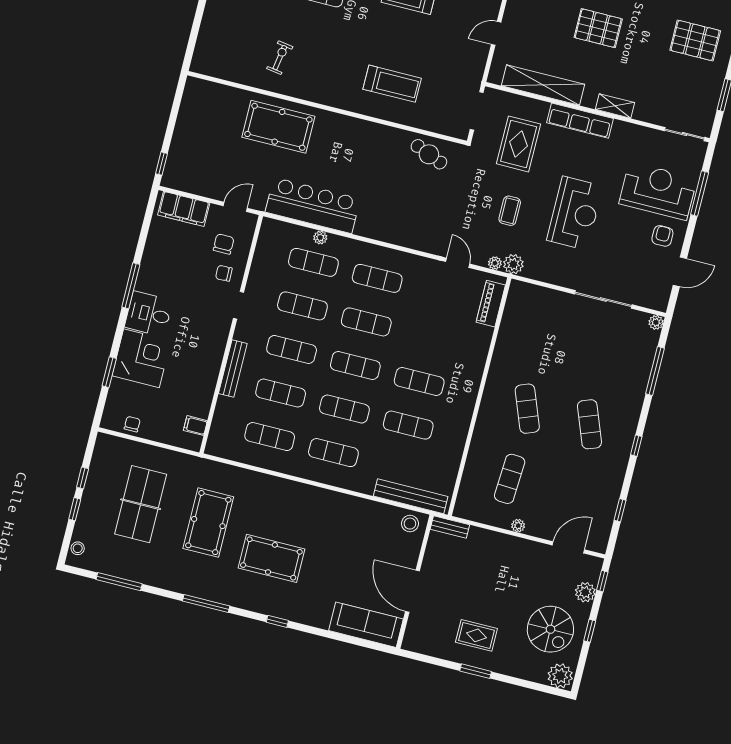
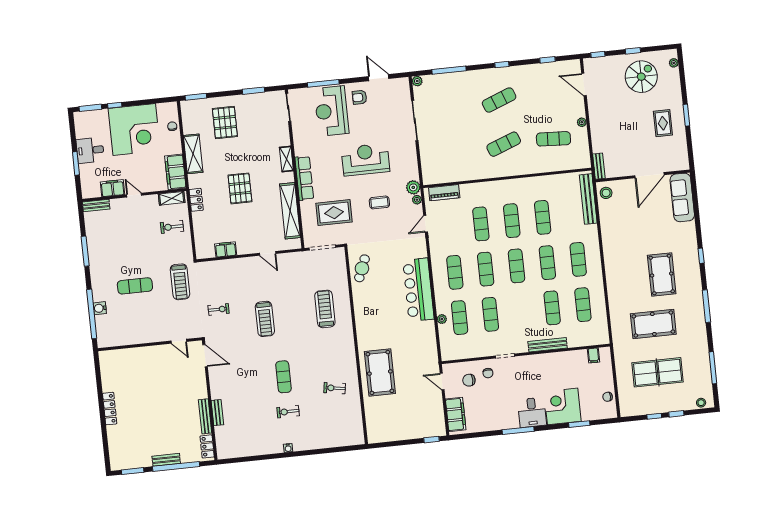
bar counter: (313, 205) -> (418, 290), moved
exercise mat: (292, 349) -> (481, 224), moved
plant: (585, 592) -> (609, 63), removed
plant: (560, 676) -> (674, 63), width x0.53, depth x0.53

